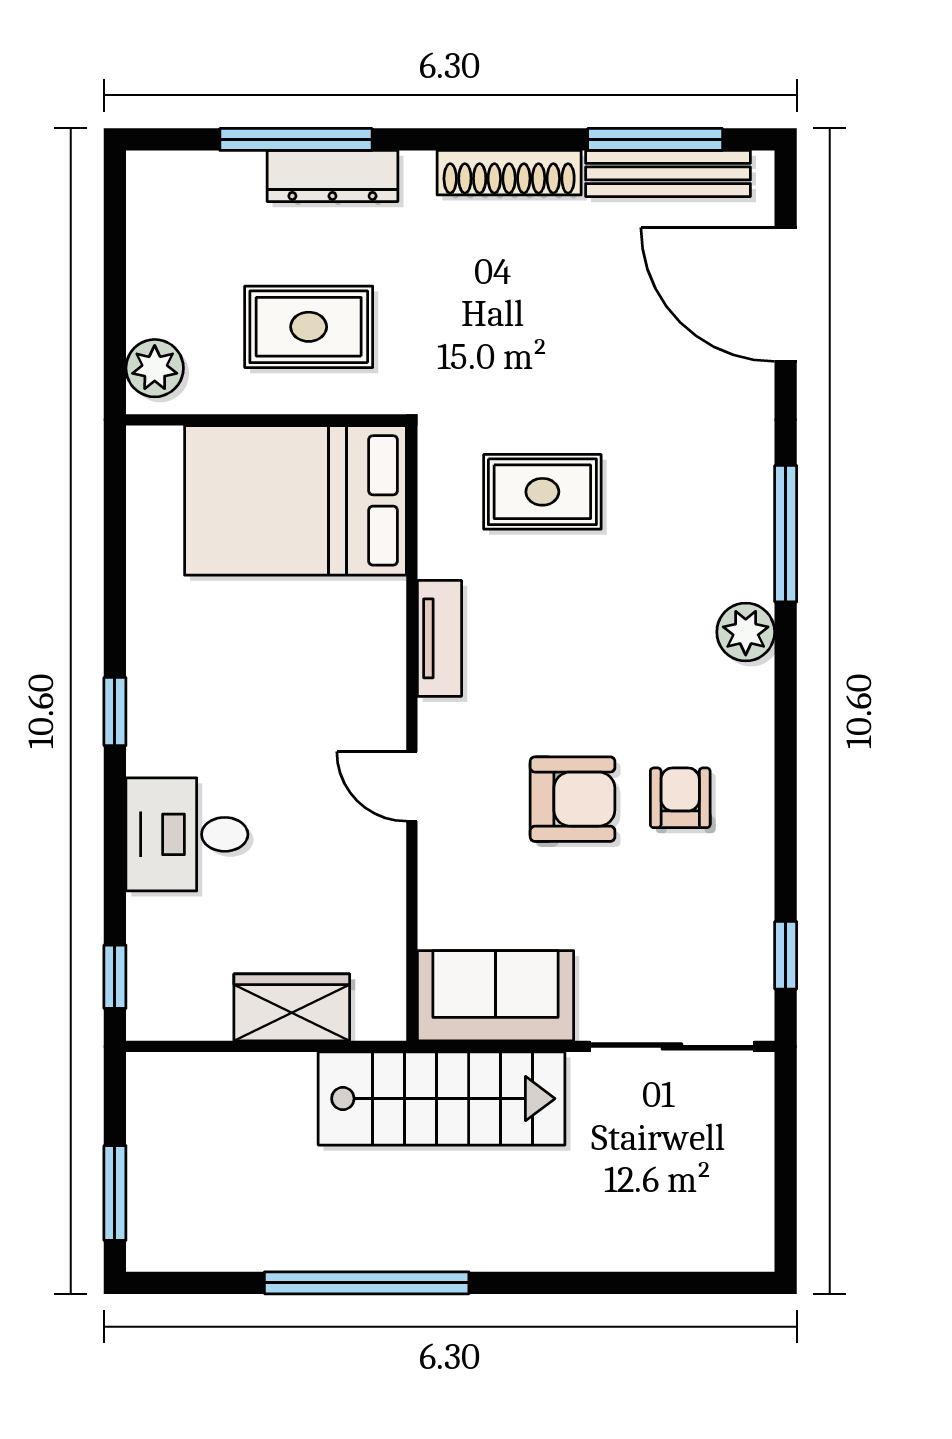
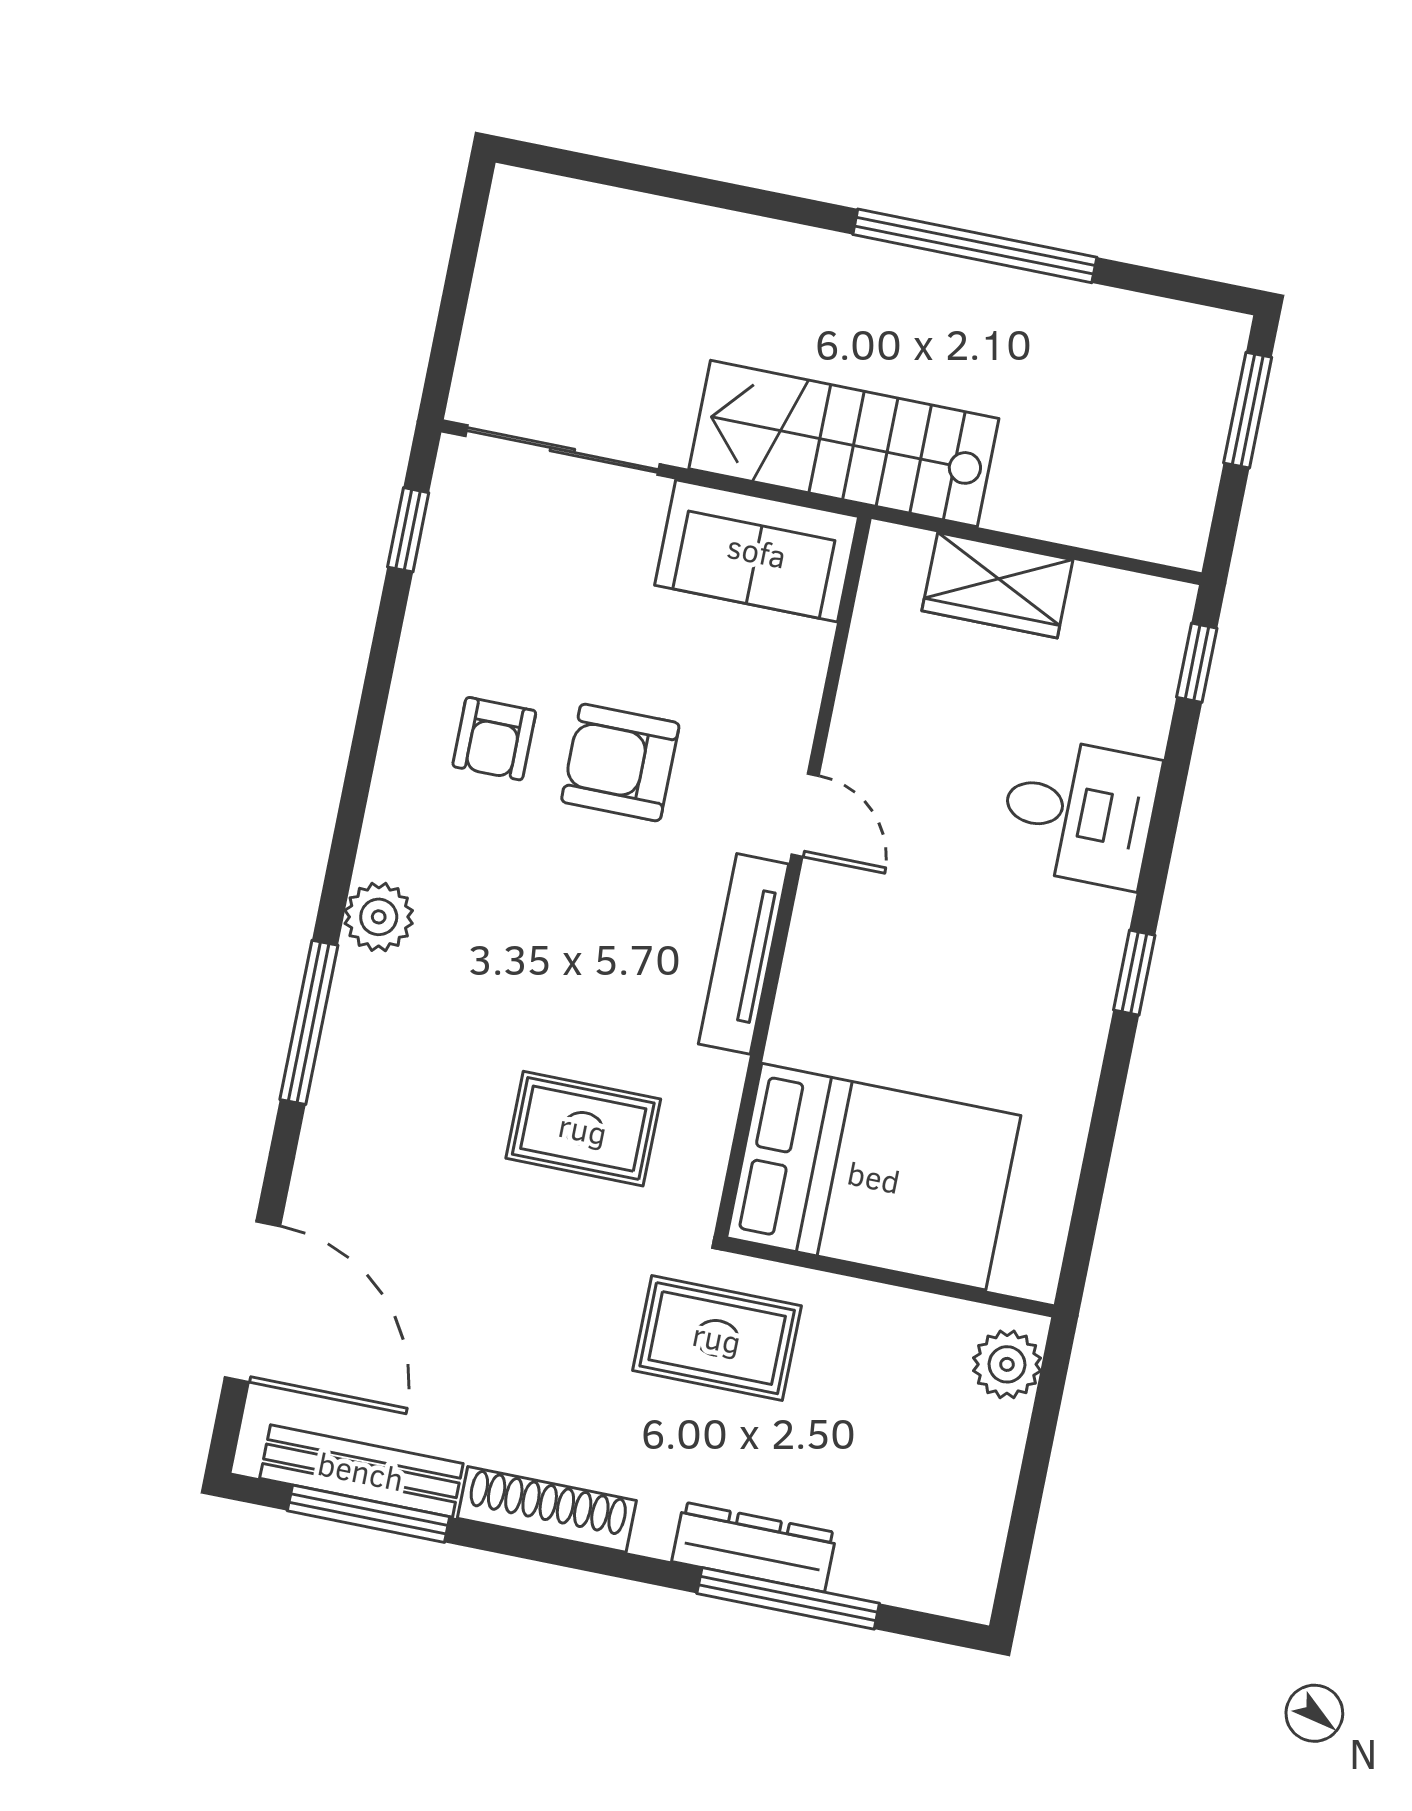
rug: (309, 327) -> (717, 1338), moved
tv unit: (439, 638) -> (744, 954), width x1.41

